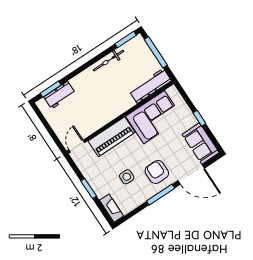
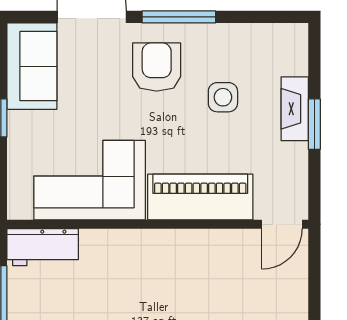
workbench: (150, 86) -> (43, 247), width x0.73
armchair: (157, 172) -> (157, 67), turned 180
fireplace: (111, 208) -> (295, 109), moved

